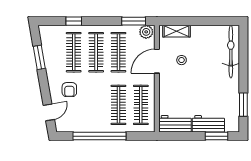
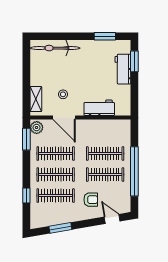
clothes rail: (141, 105) -> (105, 175), moved
workbench: (175, 124) -> (99, 108), moved, turned 90

